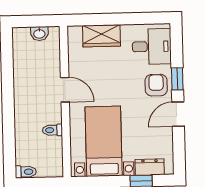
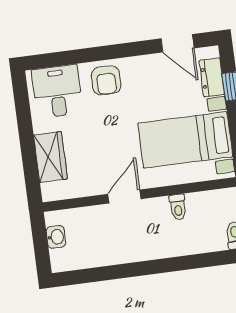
window: (177, 79) -> (95, 54), removed
armchair: (156, 85) -> (106, 80), turned -90
door: (178, 114) -> (178, 43), moved

